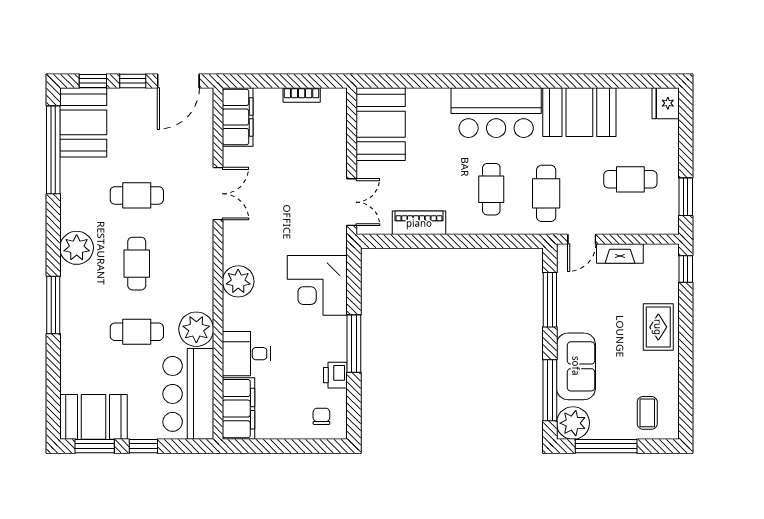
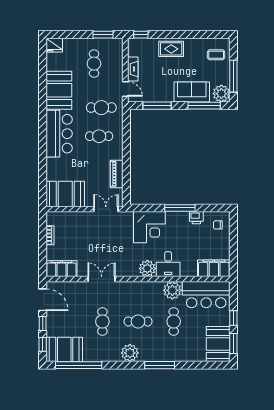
desk: (247, 354) -> (168, 264), moved

